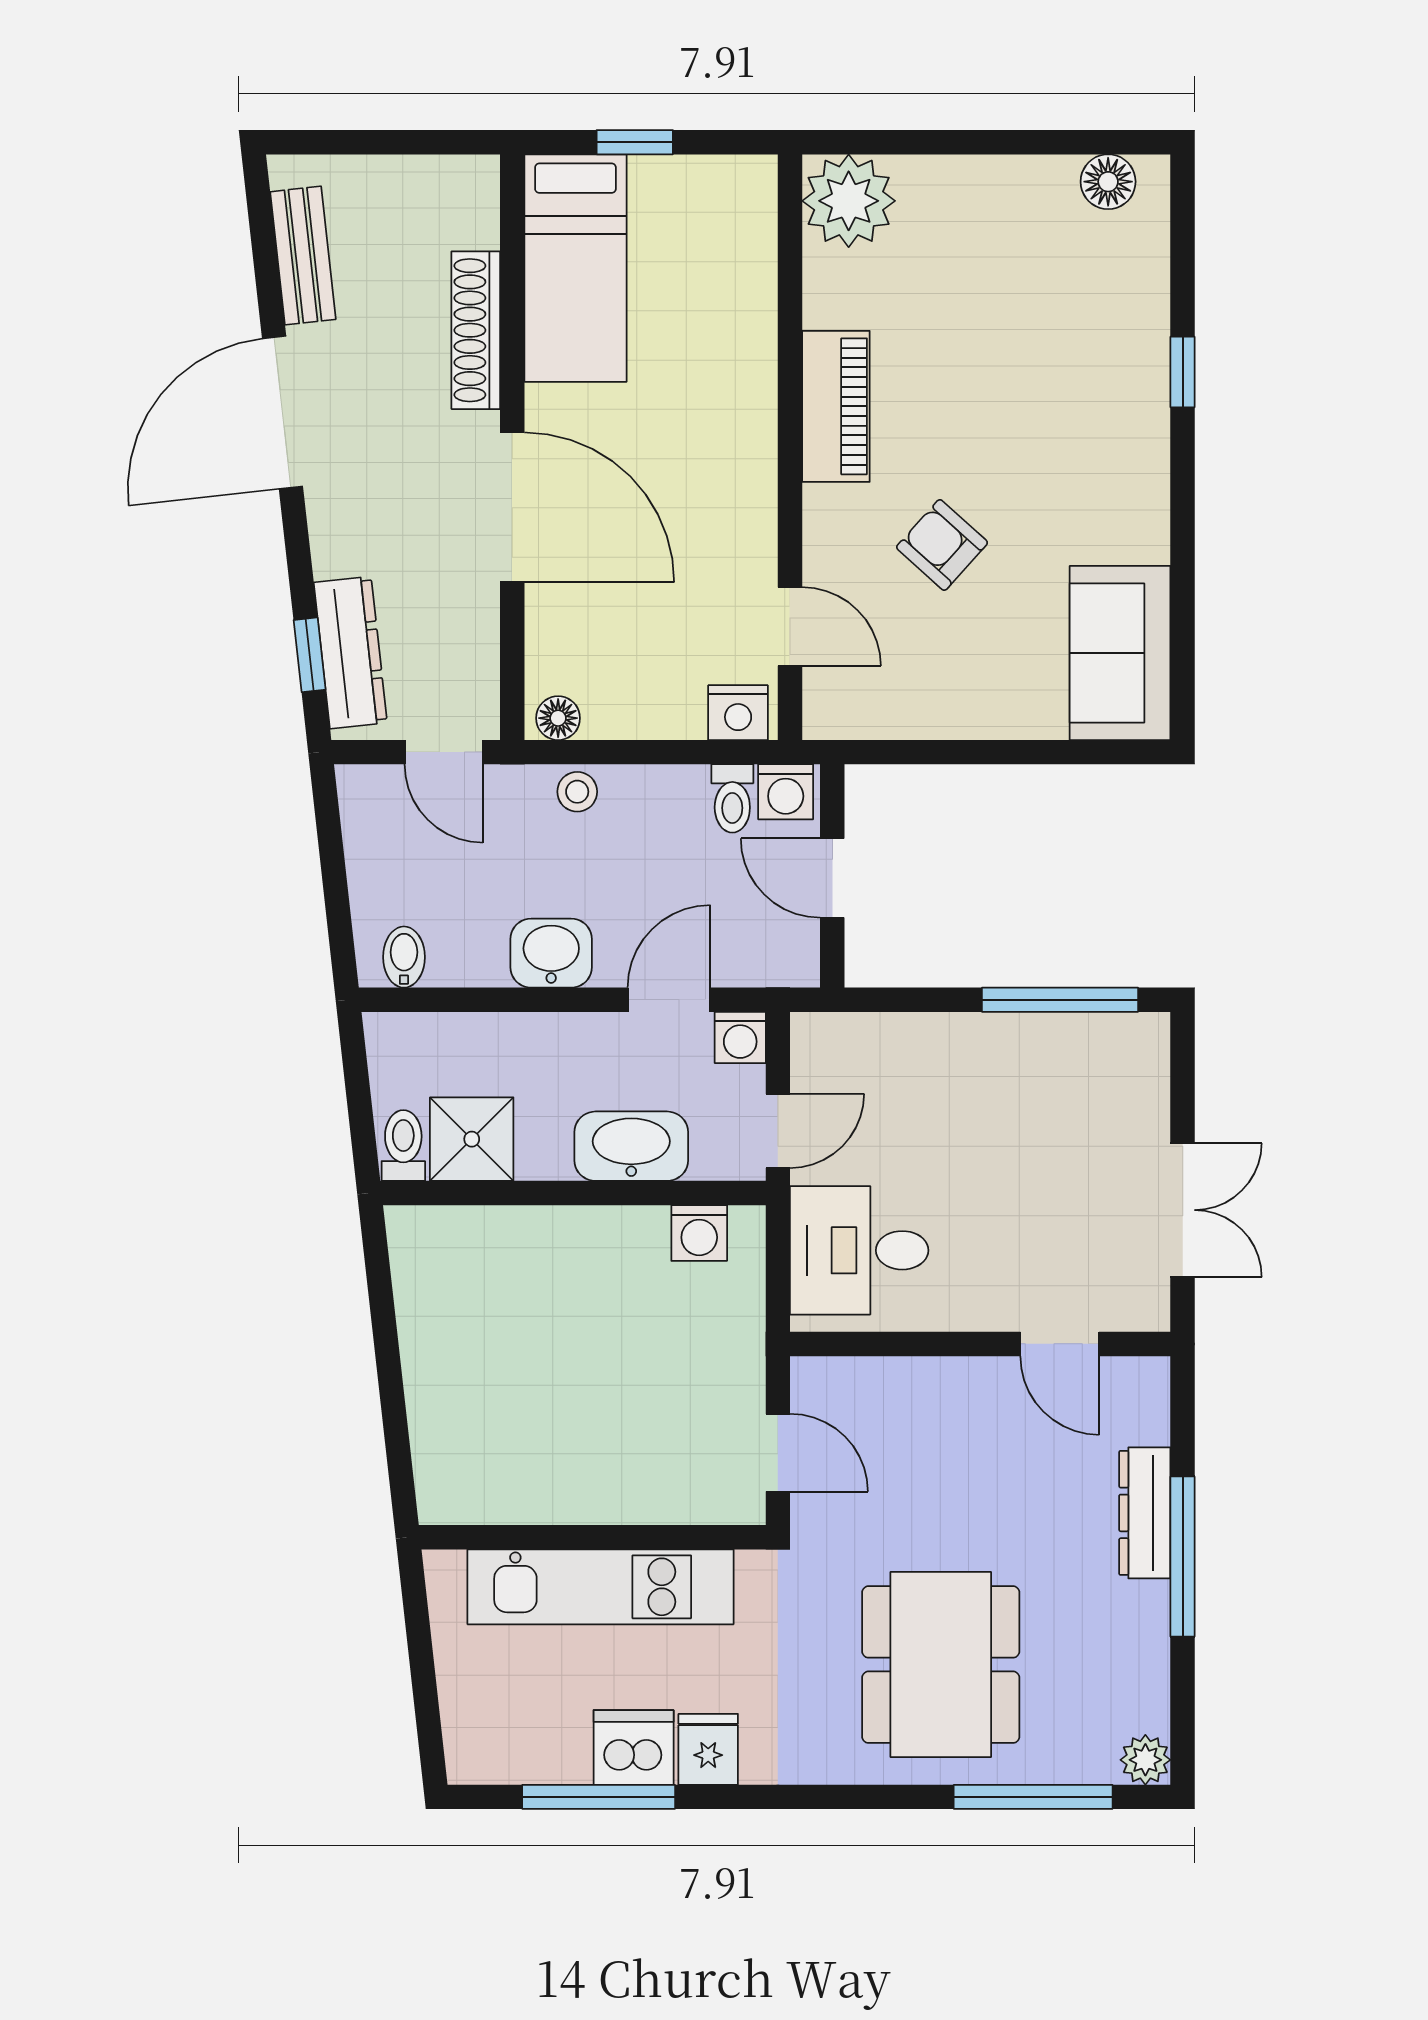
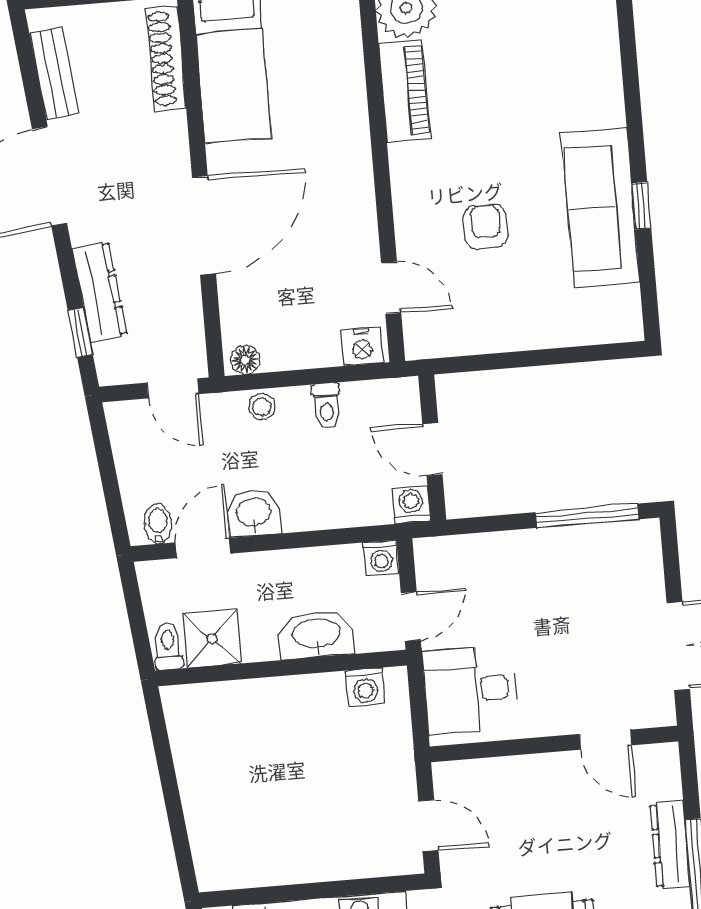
shoe rack: (476, 330) -> (166, 58), moved
window: (1183, 372) -> (641, 206), moved
piano: (836, 406) -> (405, 91), moved
door: (512, 507) -> (204, 226), hinge flipped
armchair: (942, 545) -> (486, 226), turned 48
dresser: (350, 653) -> (99, 292), moved
sofa: (1120, 653) -> (601, 208), moved, width x1.36
washing machine: (786, 792) -> (411, 505), moved, turned 180
toilet: (732, 798) -> (327, 406), moved
door: (669, 1000) -> (203, 548), moved

